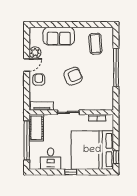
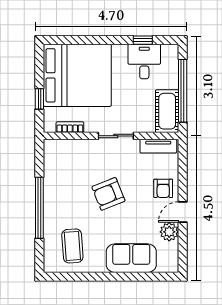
window: (116, 157) -> (39, 99), moved
window: (71, 172) -> (143, 40), moved

